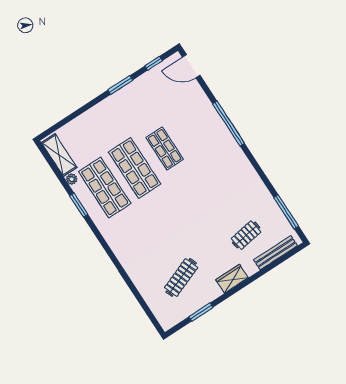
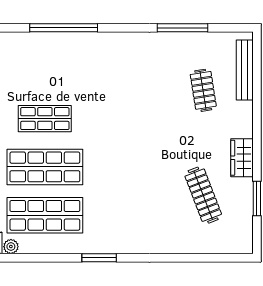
window: (79, 205) -> (99, 258), moved
window: (286, 212) -> (183, 28), moved
wardrobe: (232, 279) -> (242, 158), moved

